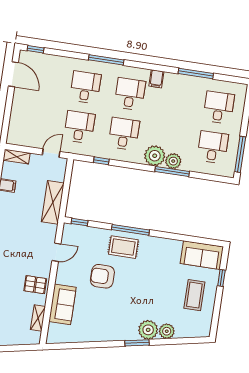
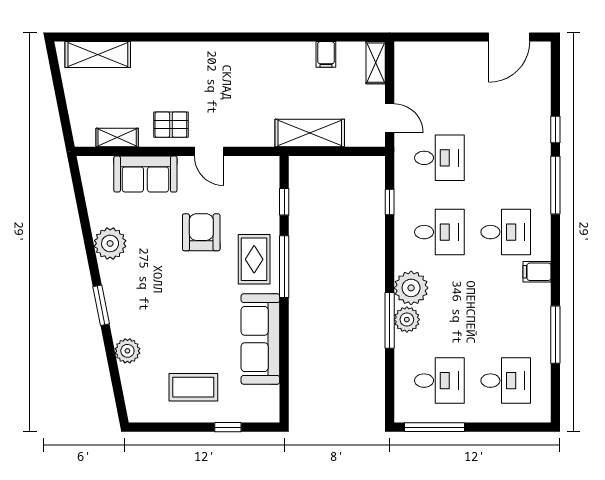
window: (35, 49) -> (555, 130), moved
desk: (85, 87) -> (506, 158), removed
window: (79, 222) -> (284, 202), moved
door: (56, 252) -> (209, 151), moved
sofa: (202, 255) -> (260, 339), moved, width x1.36
pallet: (35, 285) -> (171, 125), turned 90
plant: (148, 330) -> (110, 243), moved

